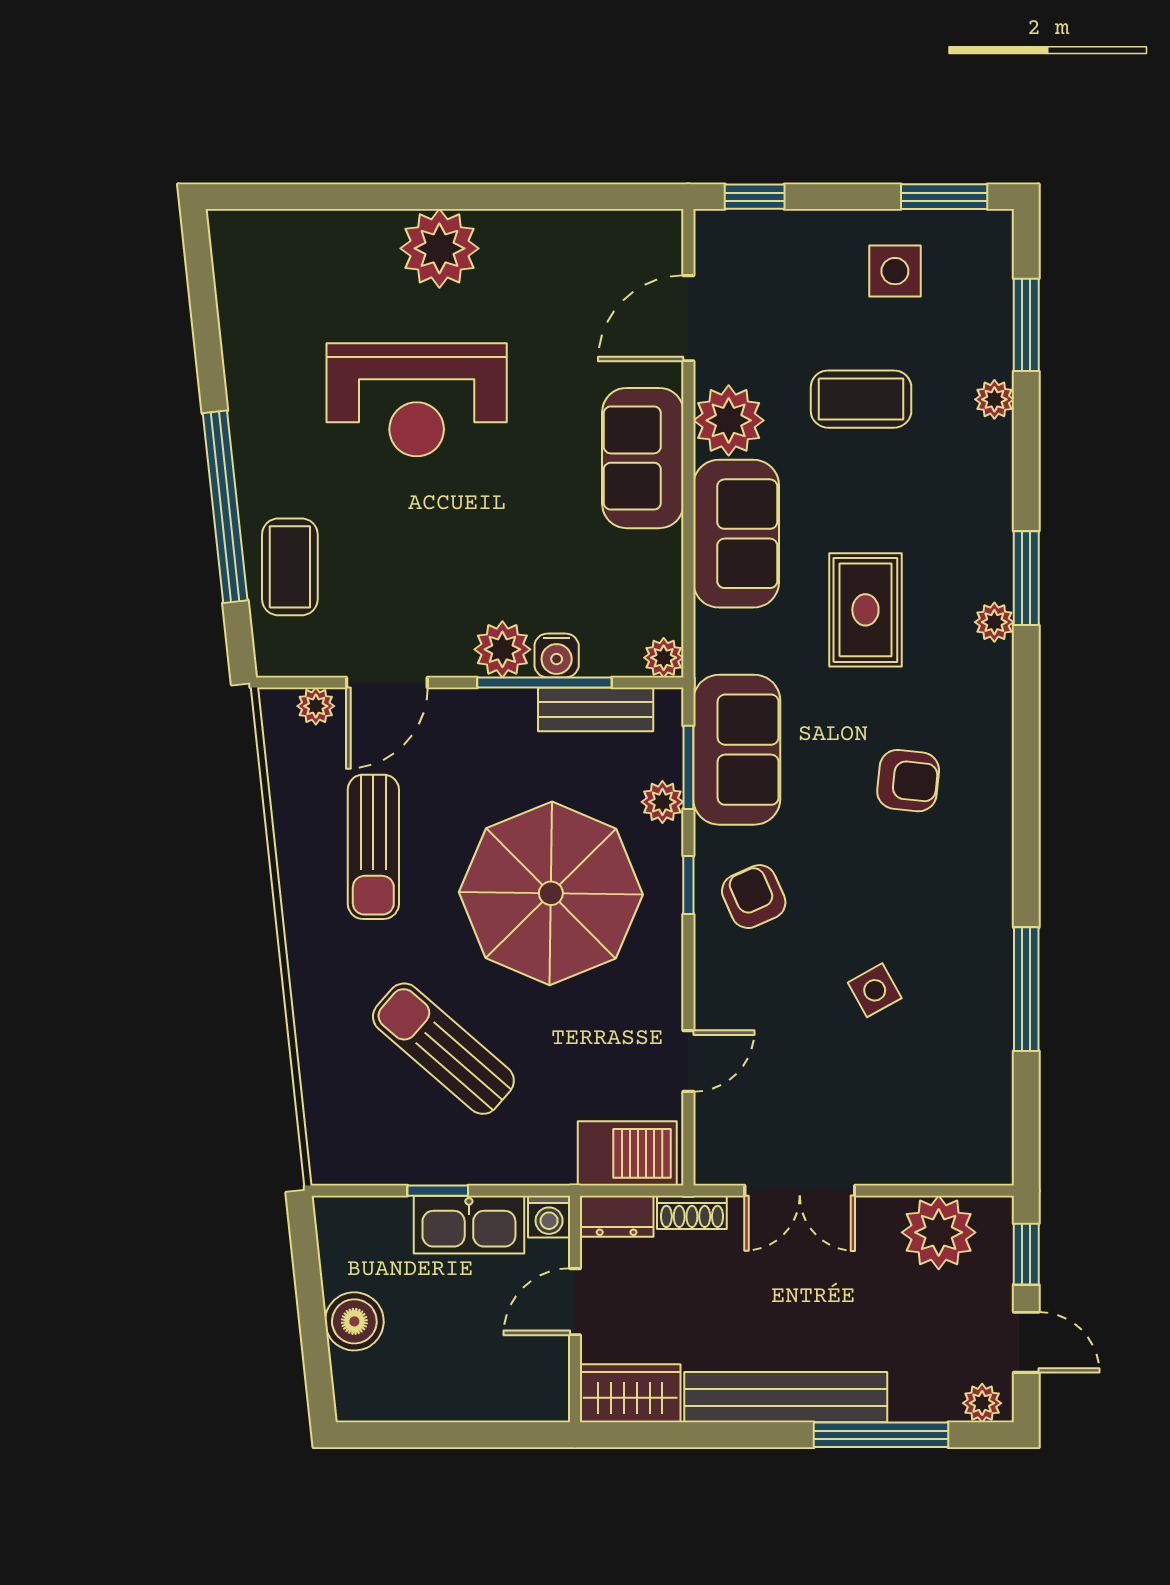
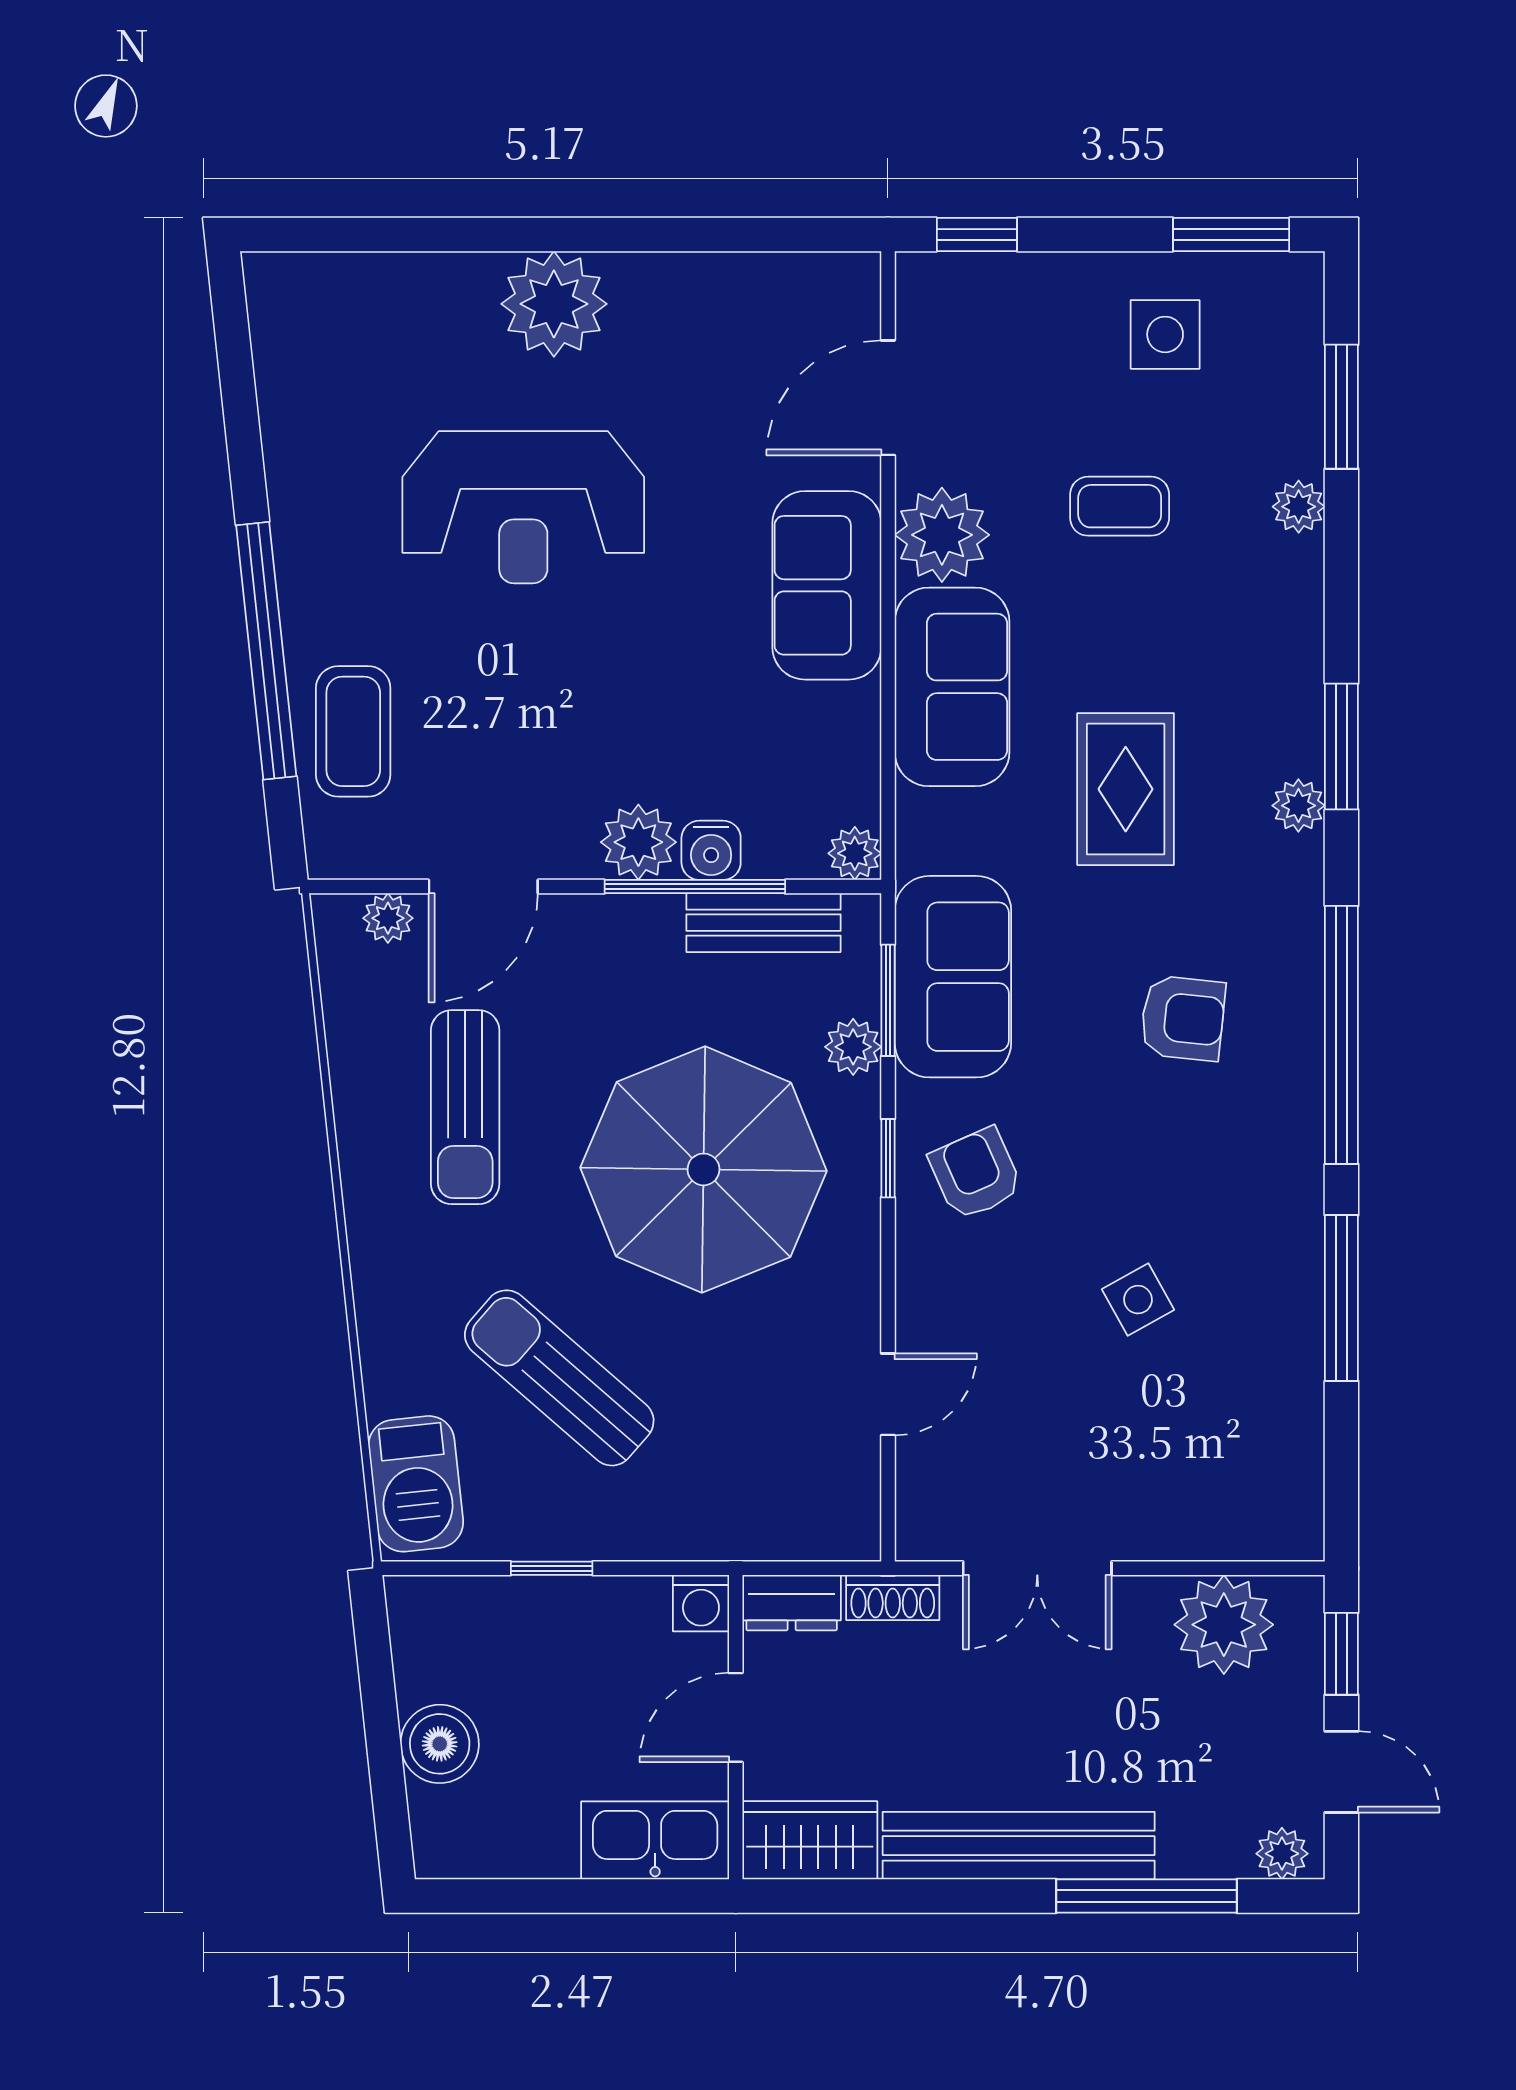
coffee table: (861, 399) -> (1120, 506), width x0.73, depth x0.77
window: (1026, 793) -> (1341, 1035), added
barbecue: (627, 1153) -> (416, 1484), moved, turned 84
kitchen sink: (469, 1225) -> (655, 1840), moved, turned 180

